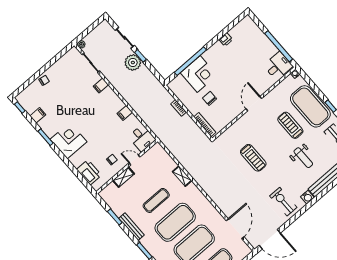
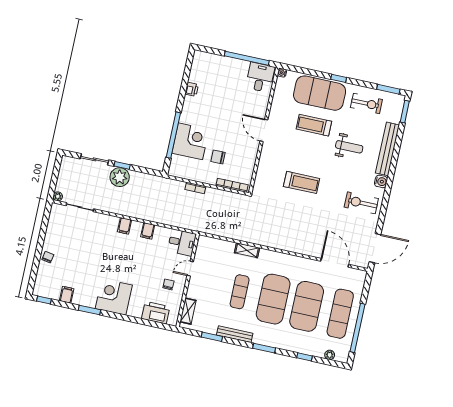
filing cabinet: (101, 86) -> (125, 226), moved
shelving: (123, 177) -> (188, 311), moved

